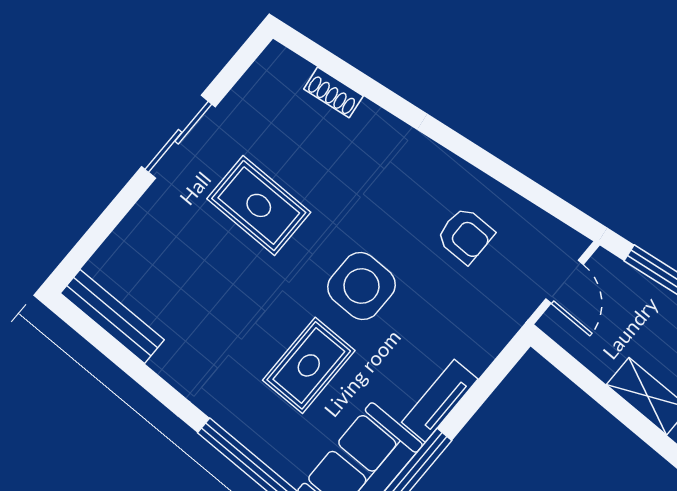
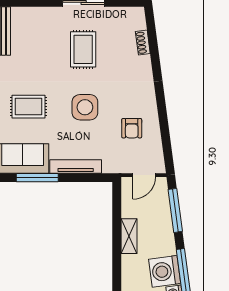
rug: (309, 365) -> (28, 107), moved
tv unit: (440, 401) -> (76, 167), width x1.41

